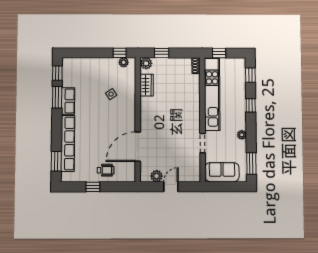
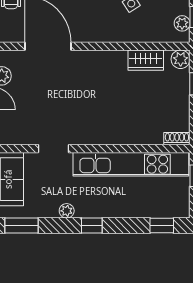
window: (251, 105) -> (92, 225), moved

